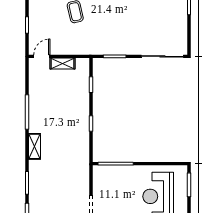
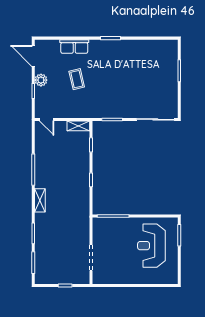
plant: (36, 13) -> (41, 80), added
door: (42, 56) -> (47, 119), swing flipped
shelving: (63, 64) -> (78, 126), moved

